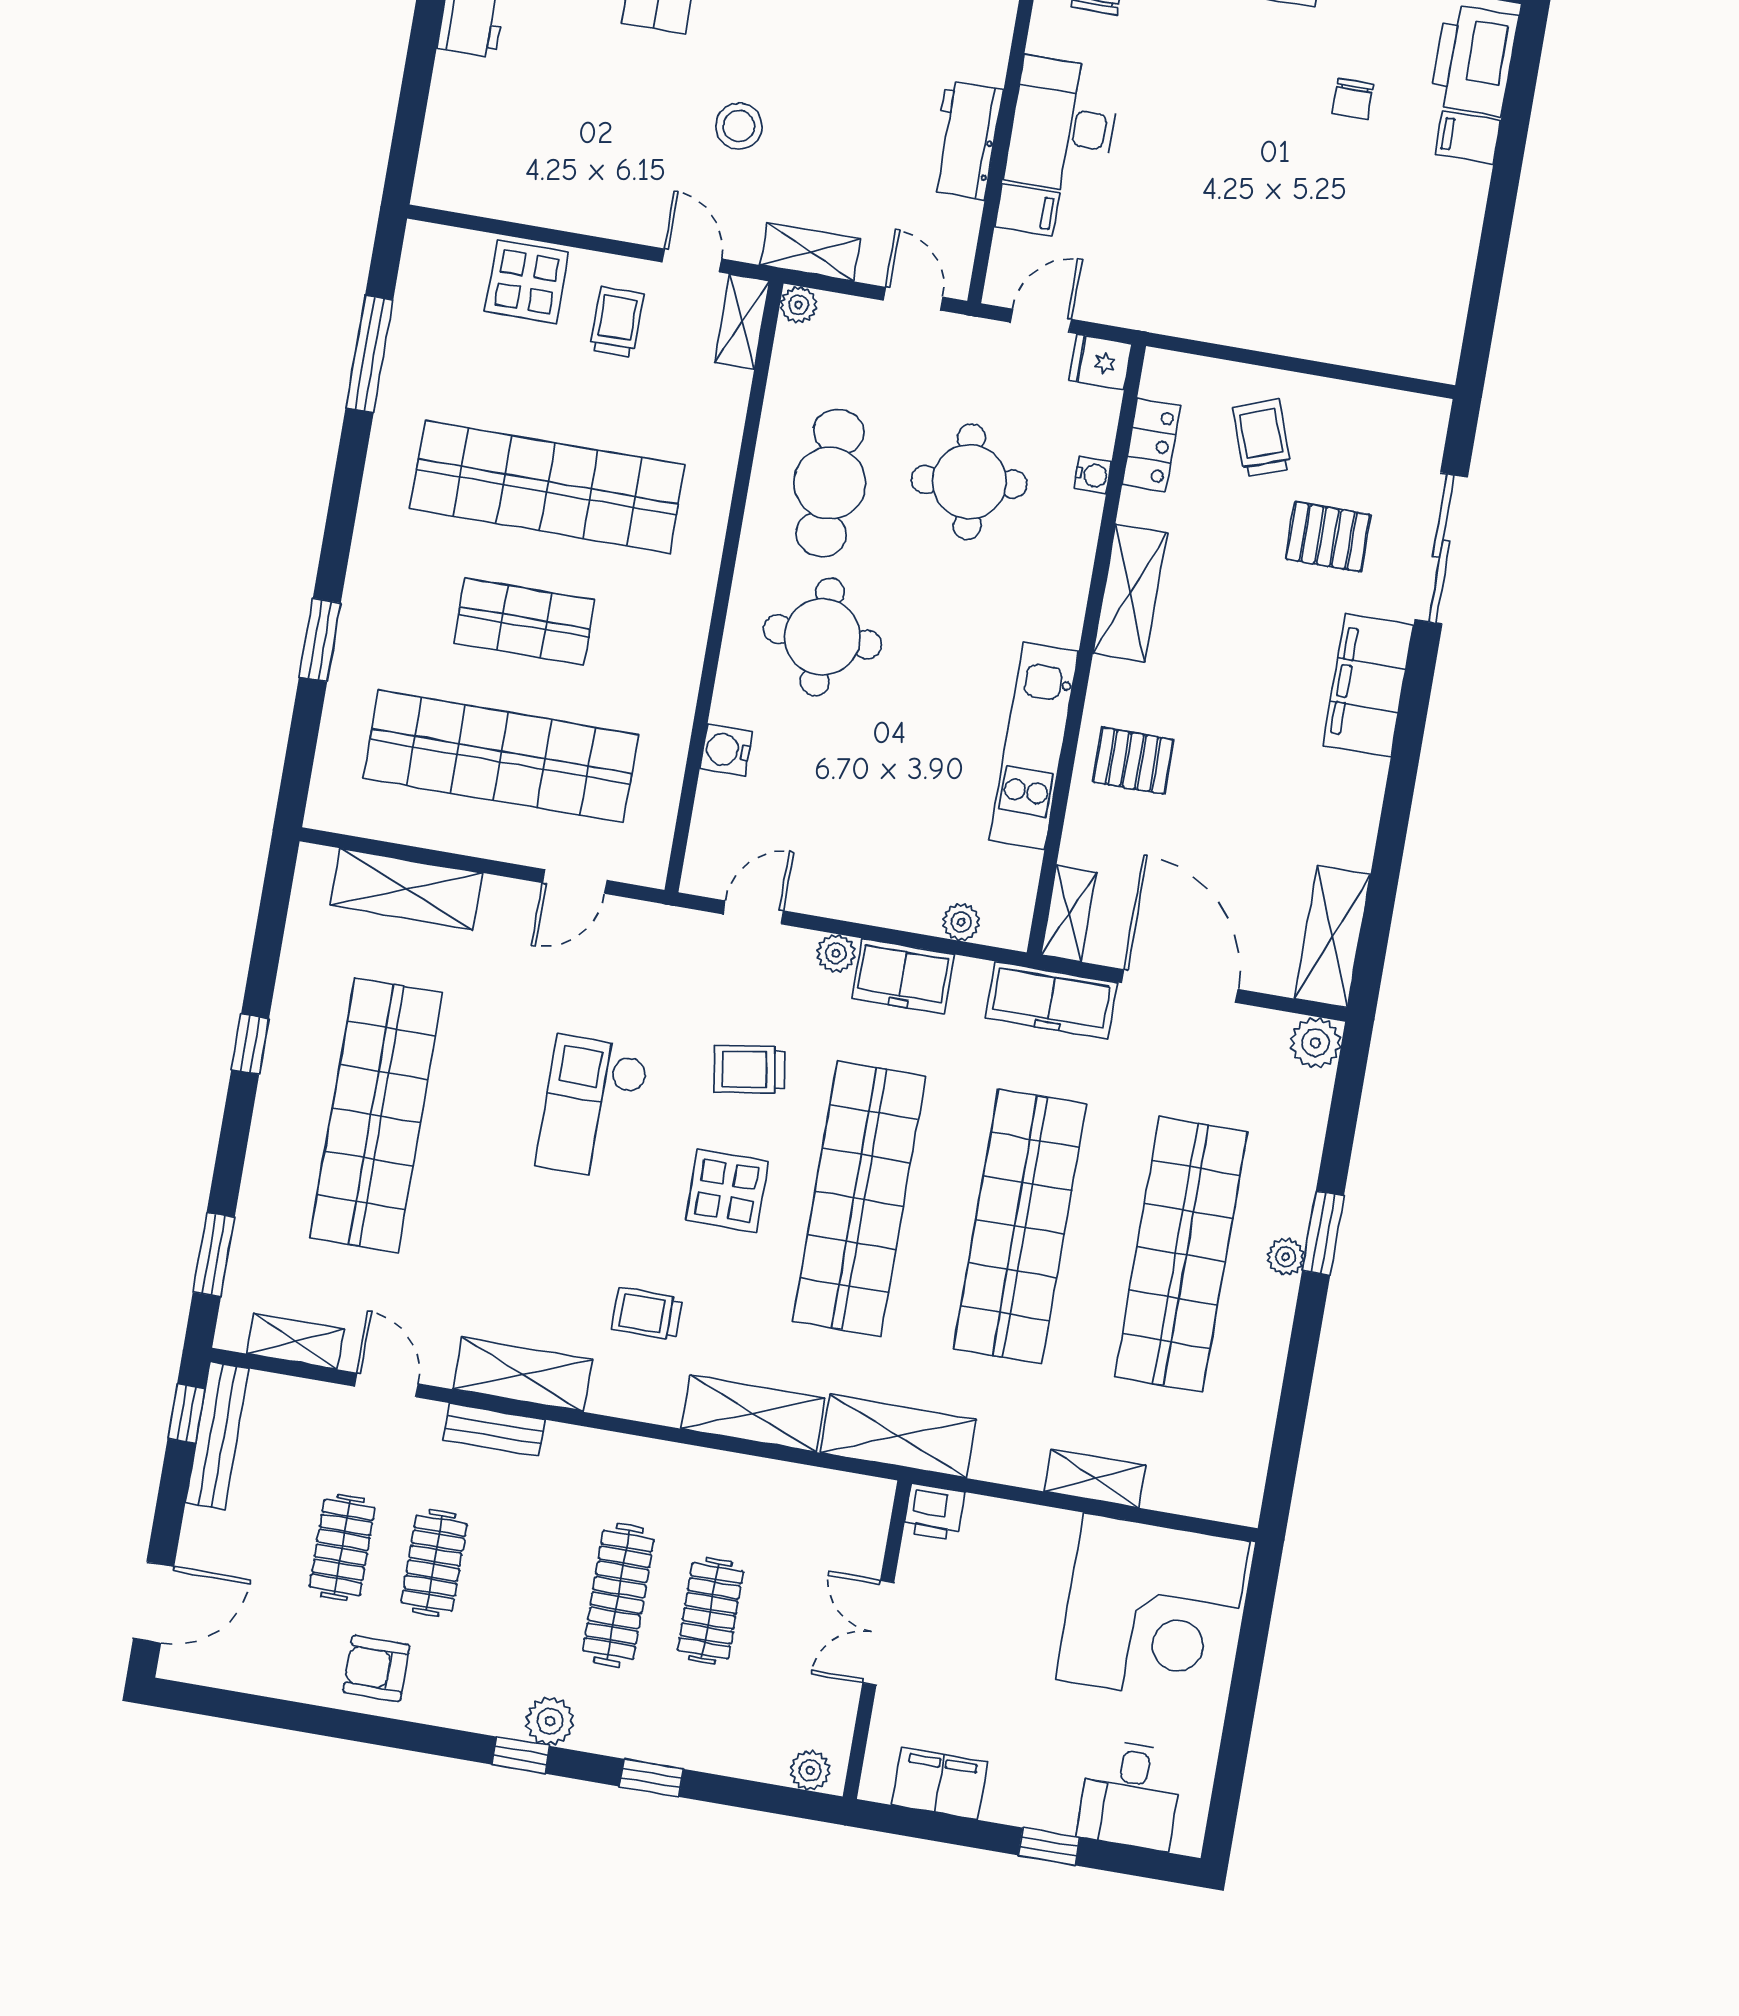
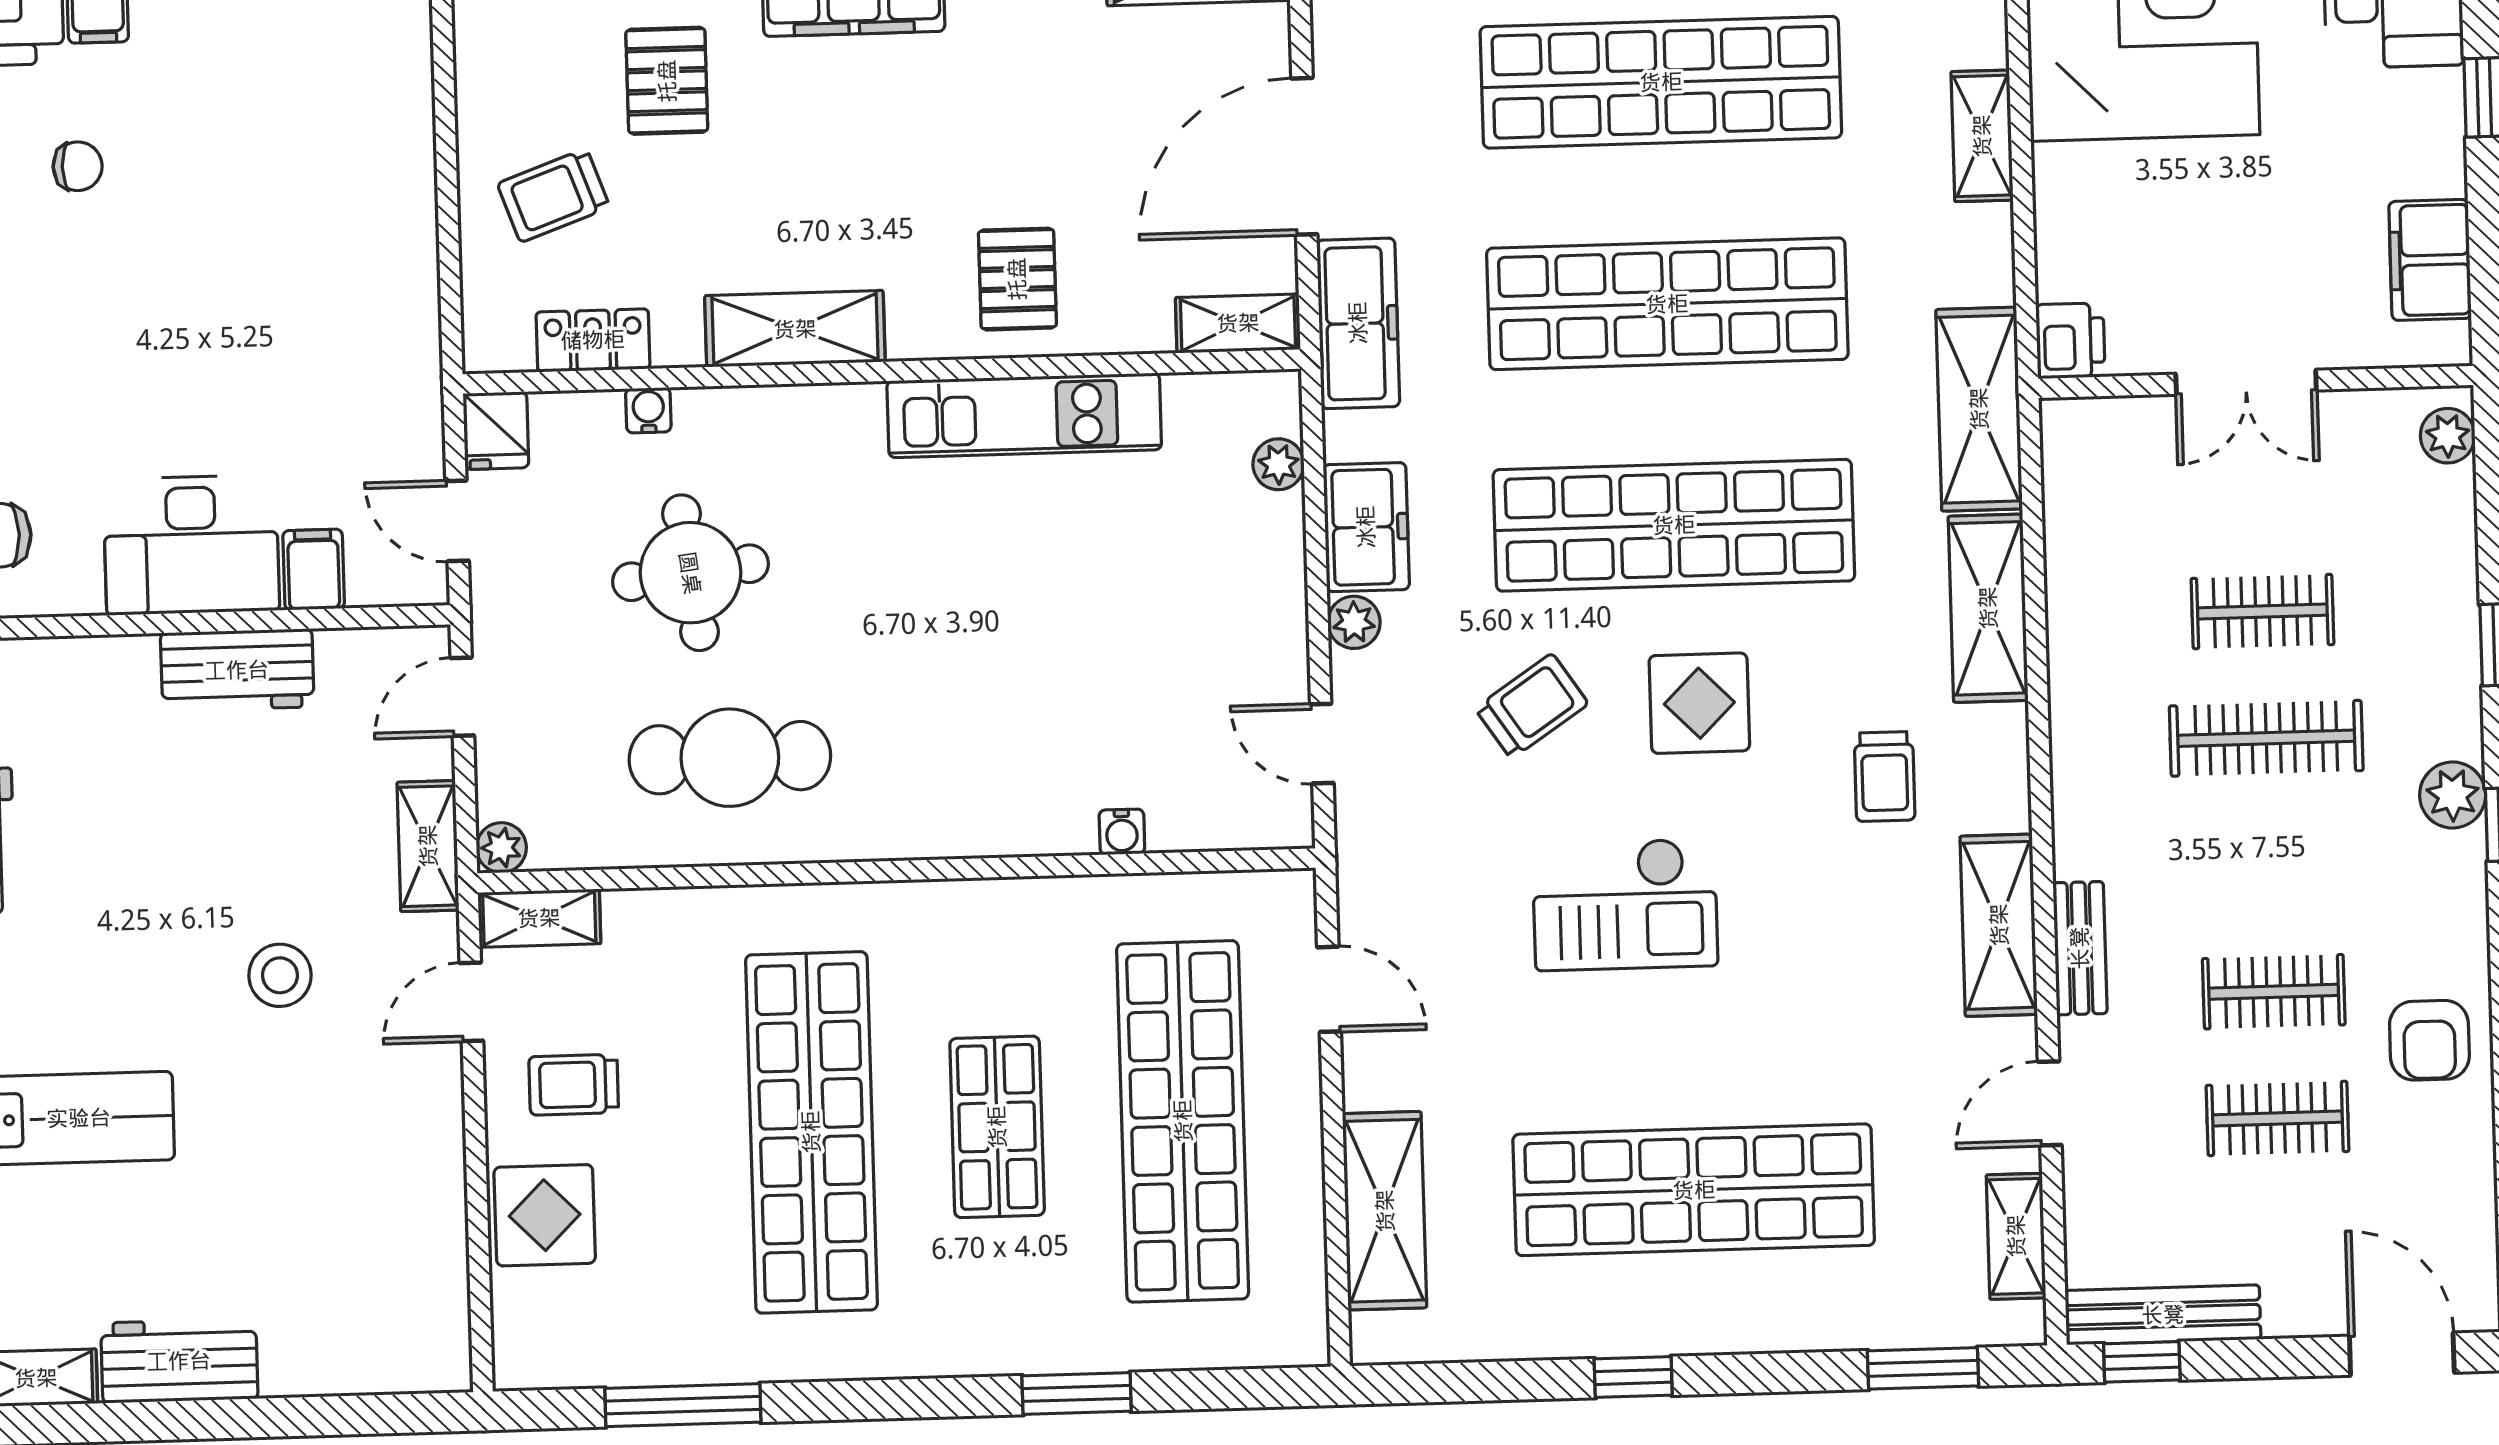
round table: (822, 637) -> (937, 726), removed
water cooler: (726, 750) -> (1122, 832), width x0.72, depth x0.72
trolley: (749, 1069) -> (1532, 706), turned -115

